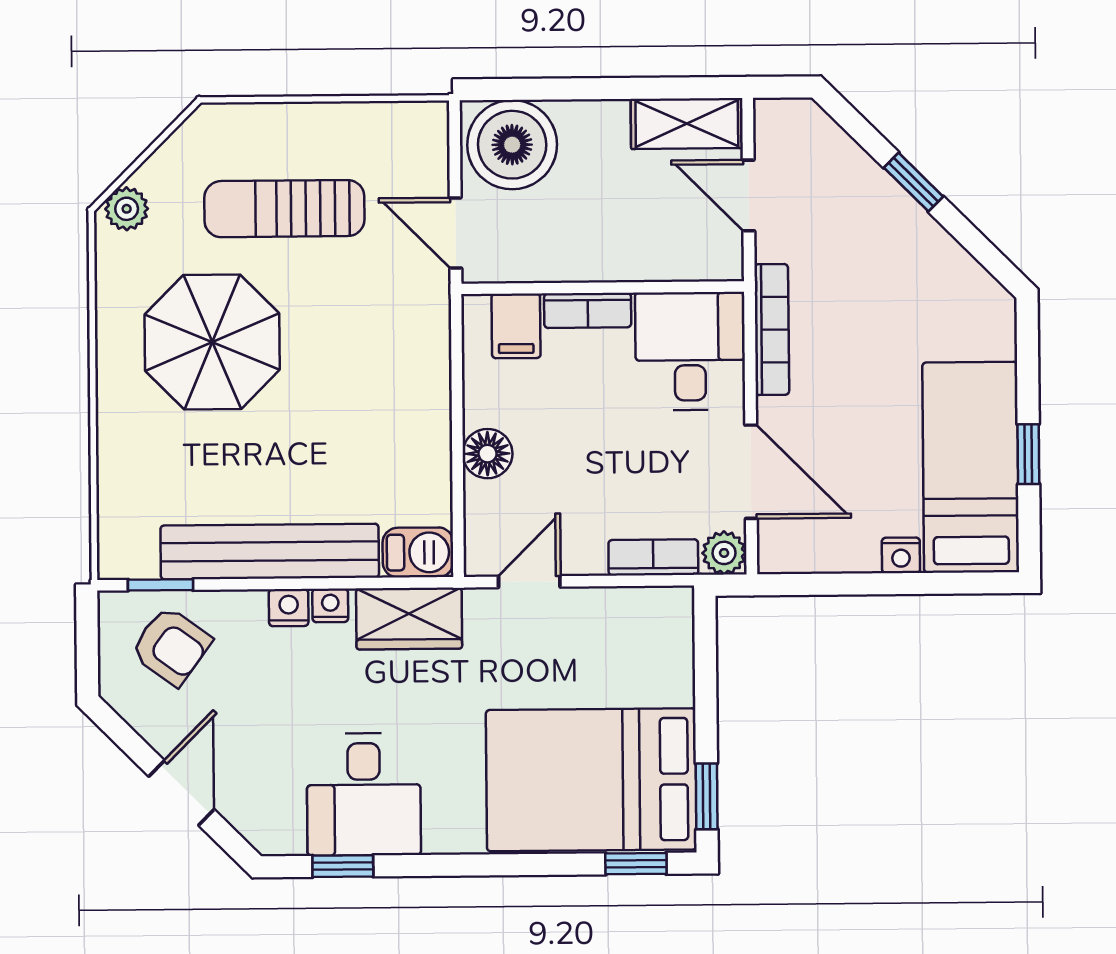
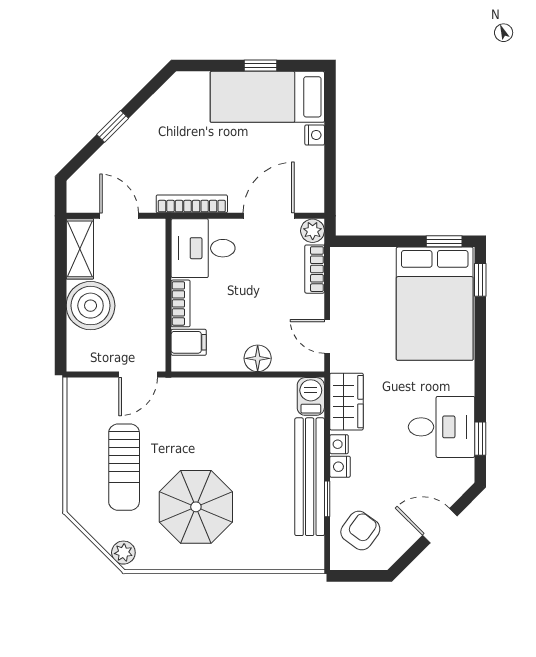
boiler: (512, 145) -> (91, 306), moved
door: (749, 195) -> (119, 216), swing flipped
window: (161, 585) -> (327, 499), moved

